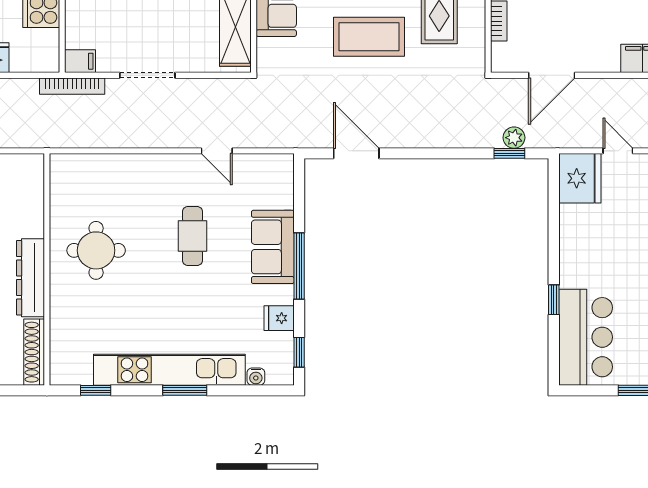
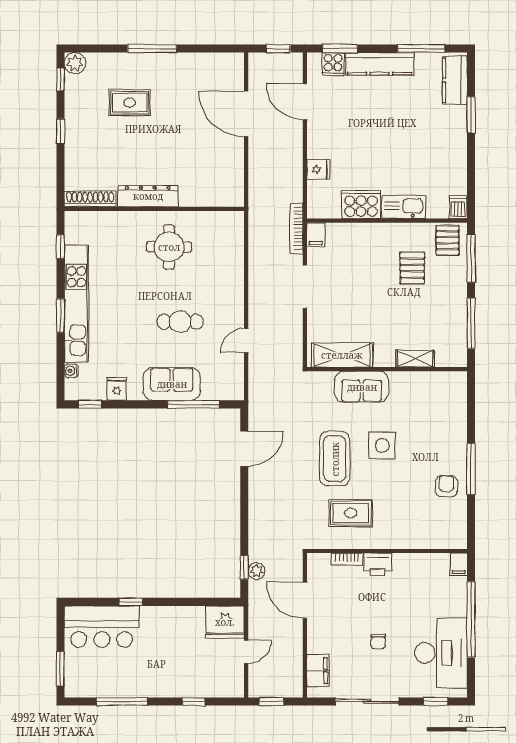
window: (299, 266) -> (194, 404), moved

